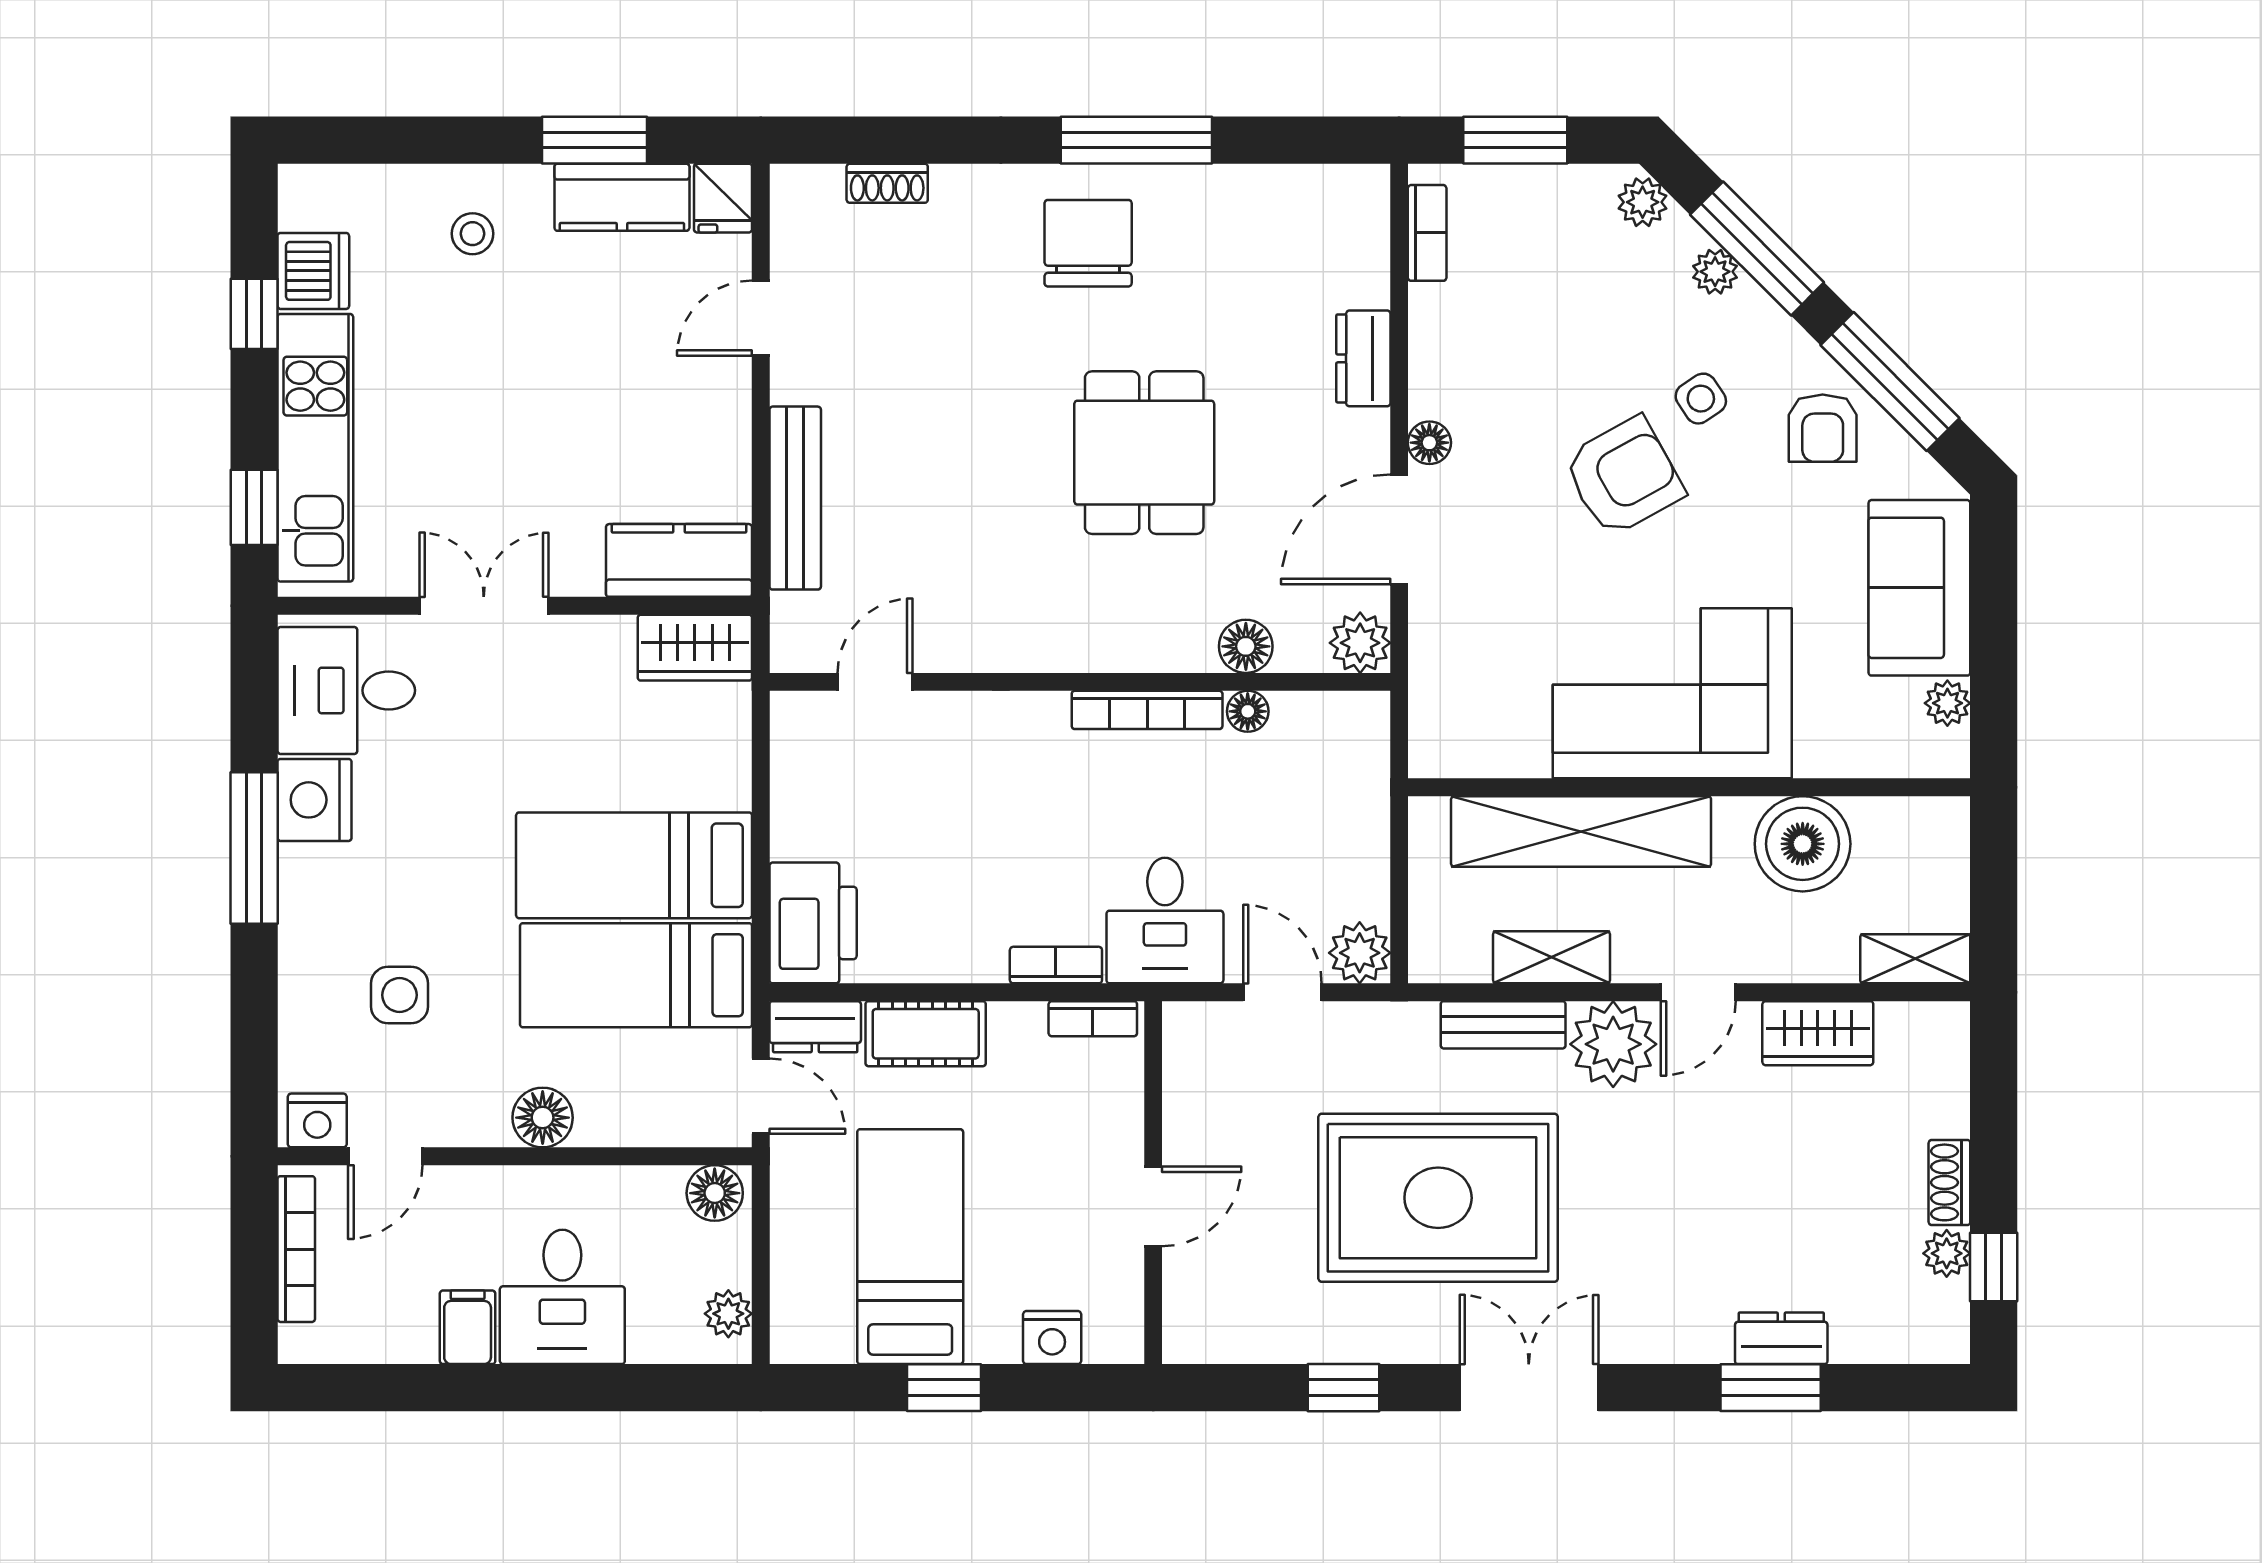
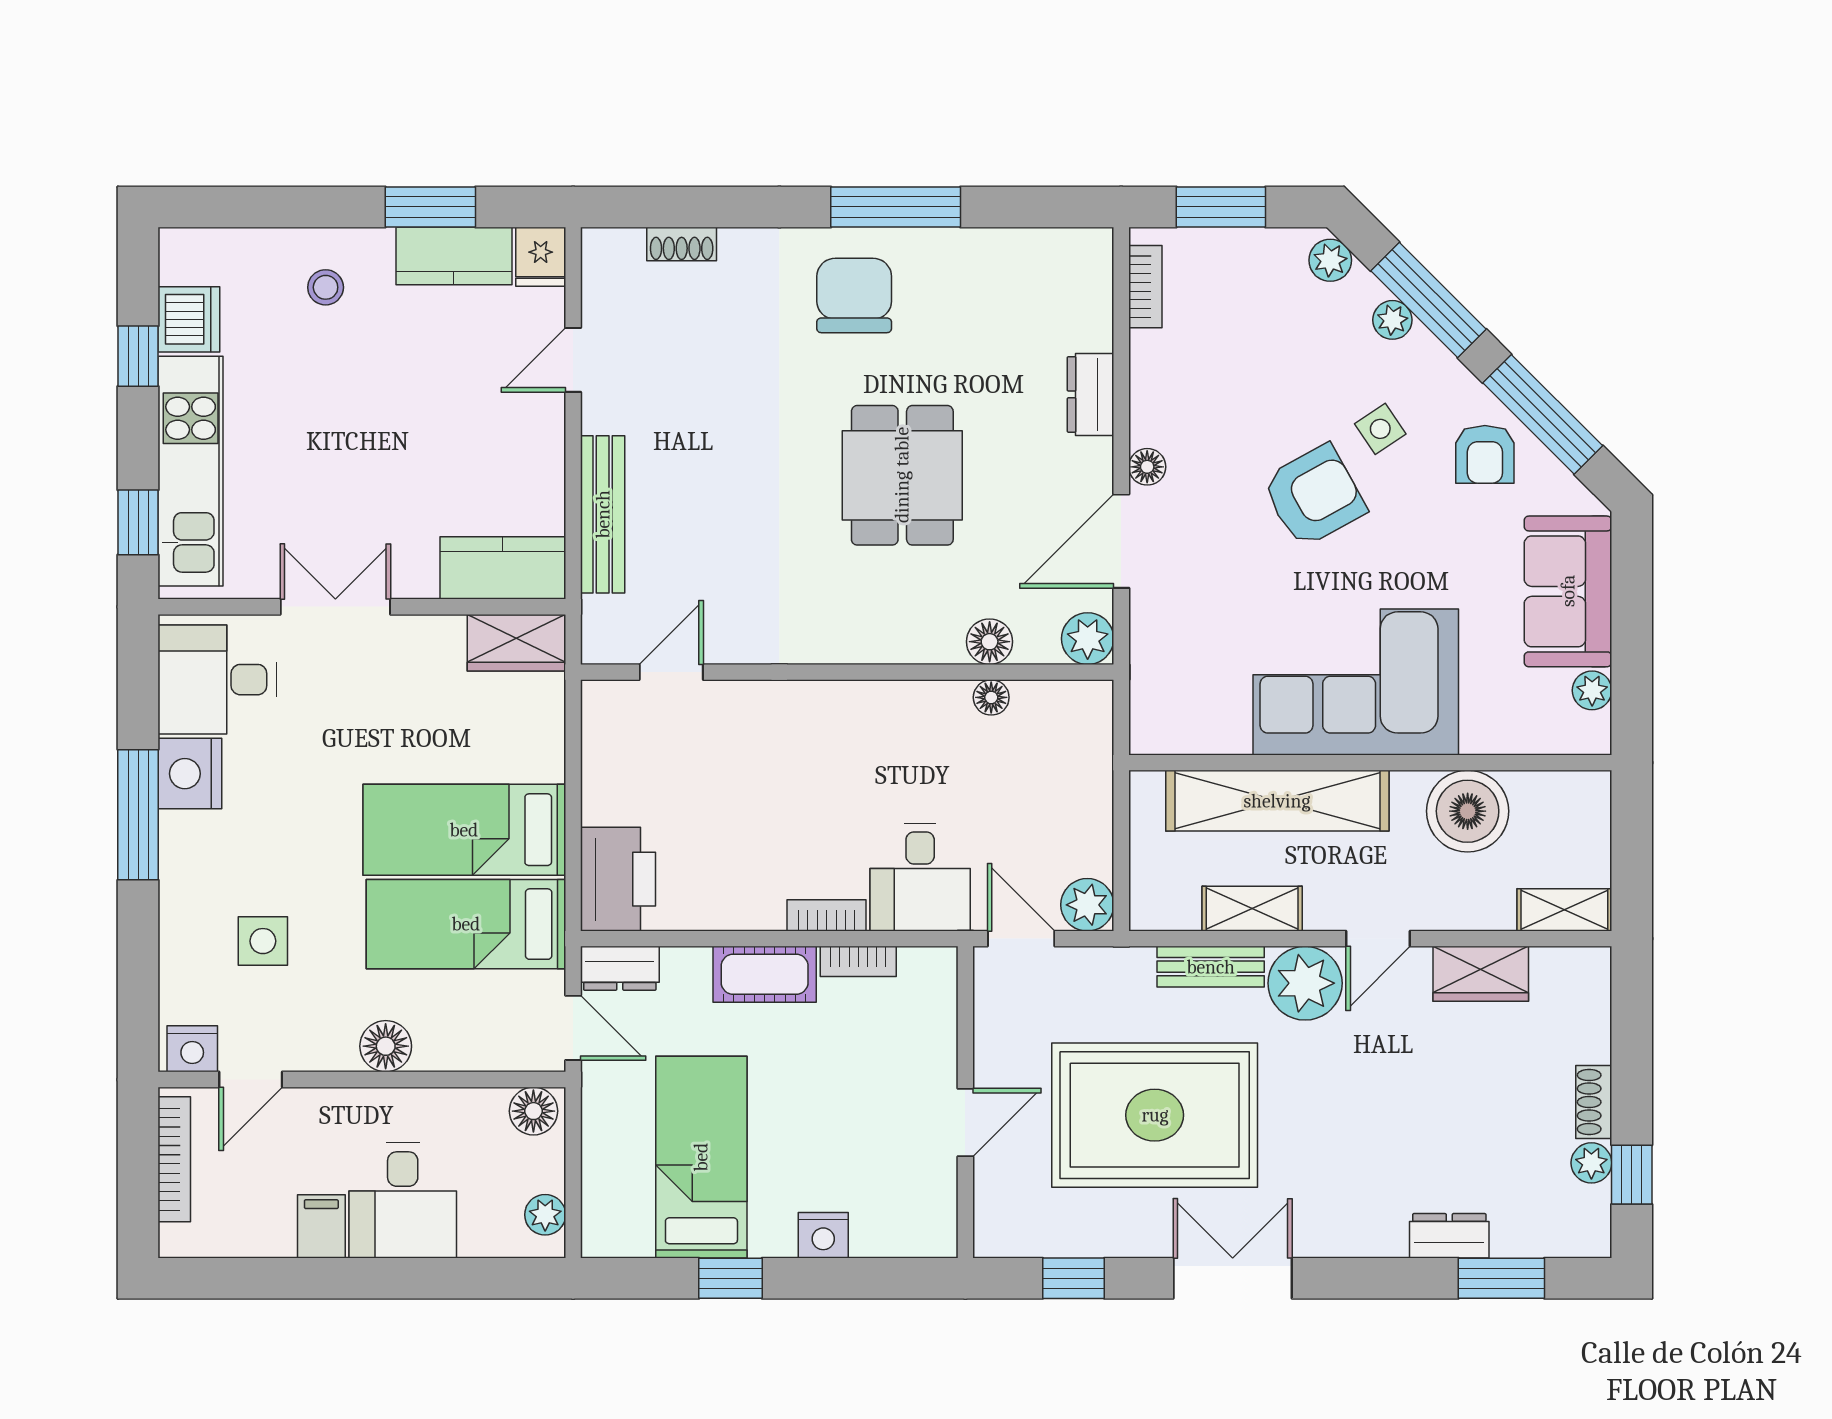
bookcase: (1147, 710) -> (905, 696), removed
cot: (926, 1034) -> (765, 974), moved
wall: (1153, 1183) -> (965, 1102), moved
door: (1153, 1206) -> (965, 1123), moved
window: (1771, 1388) -> (1501, 1278), moved

